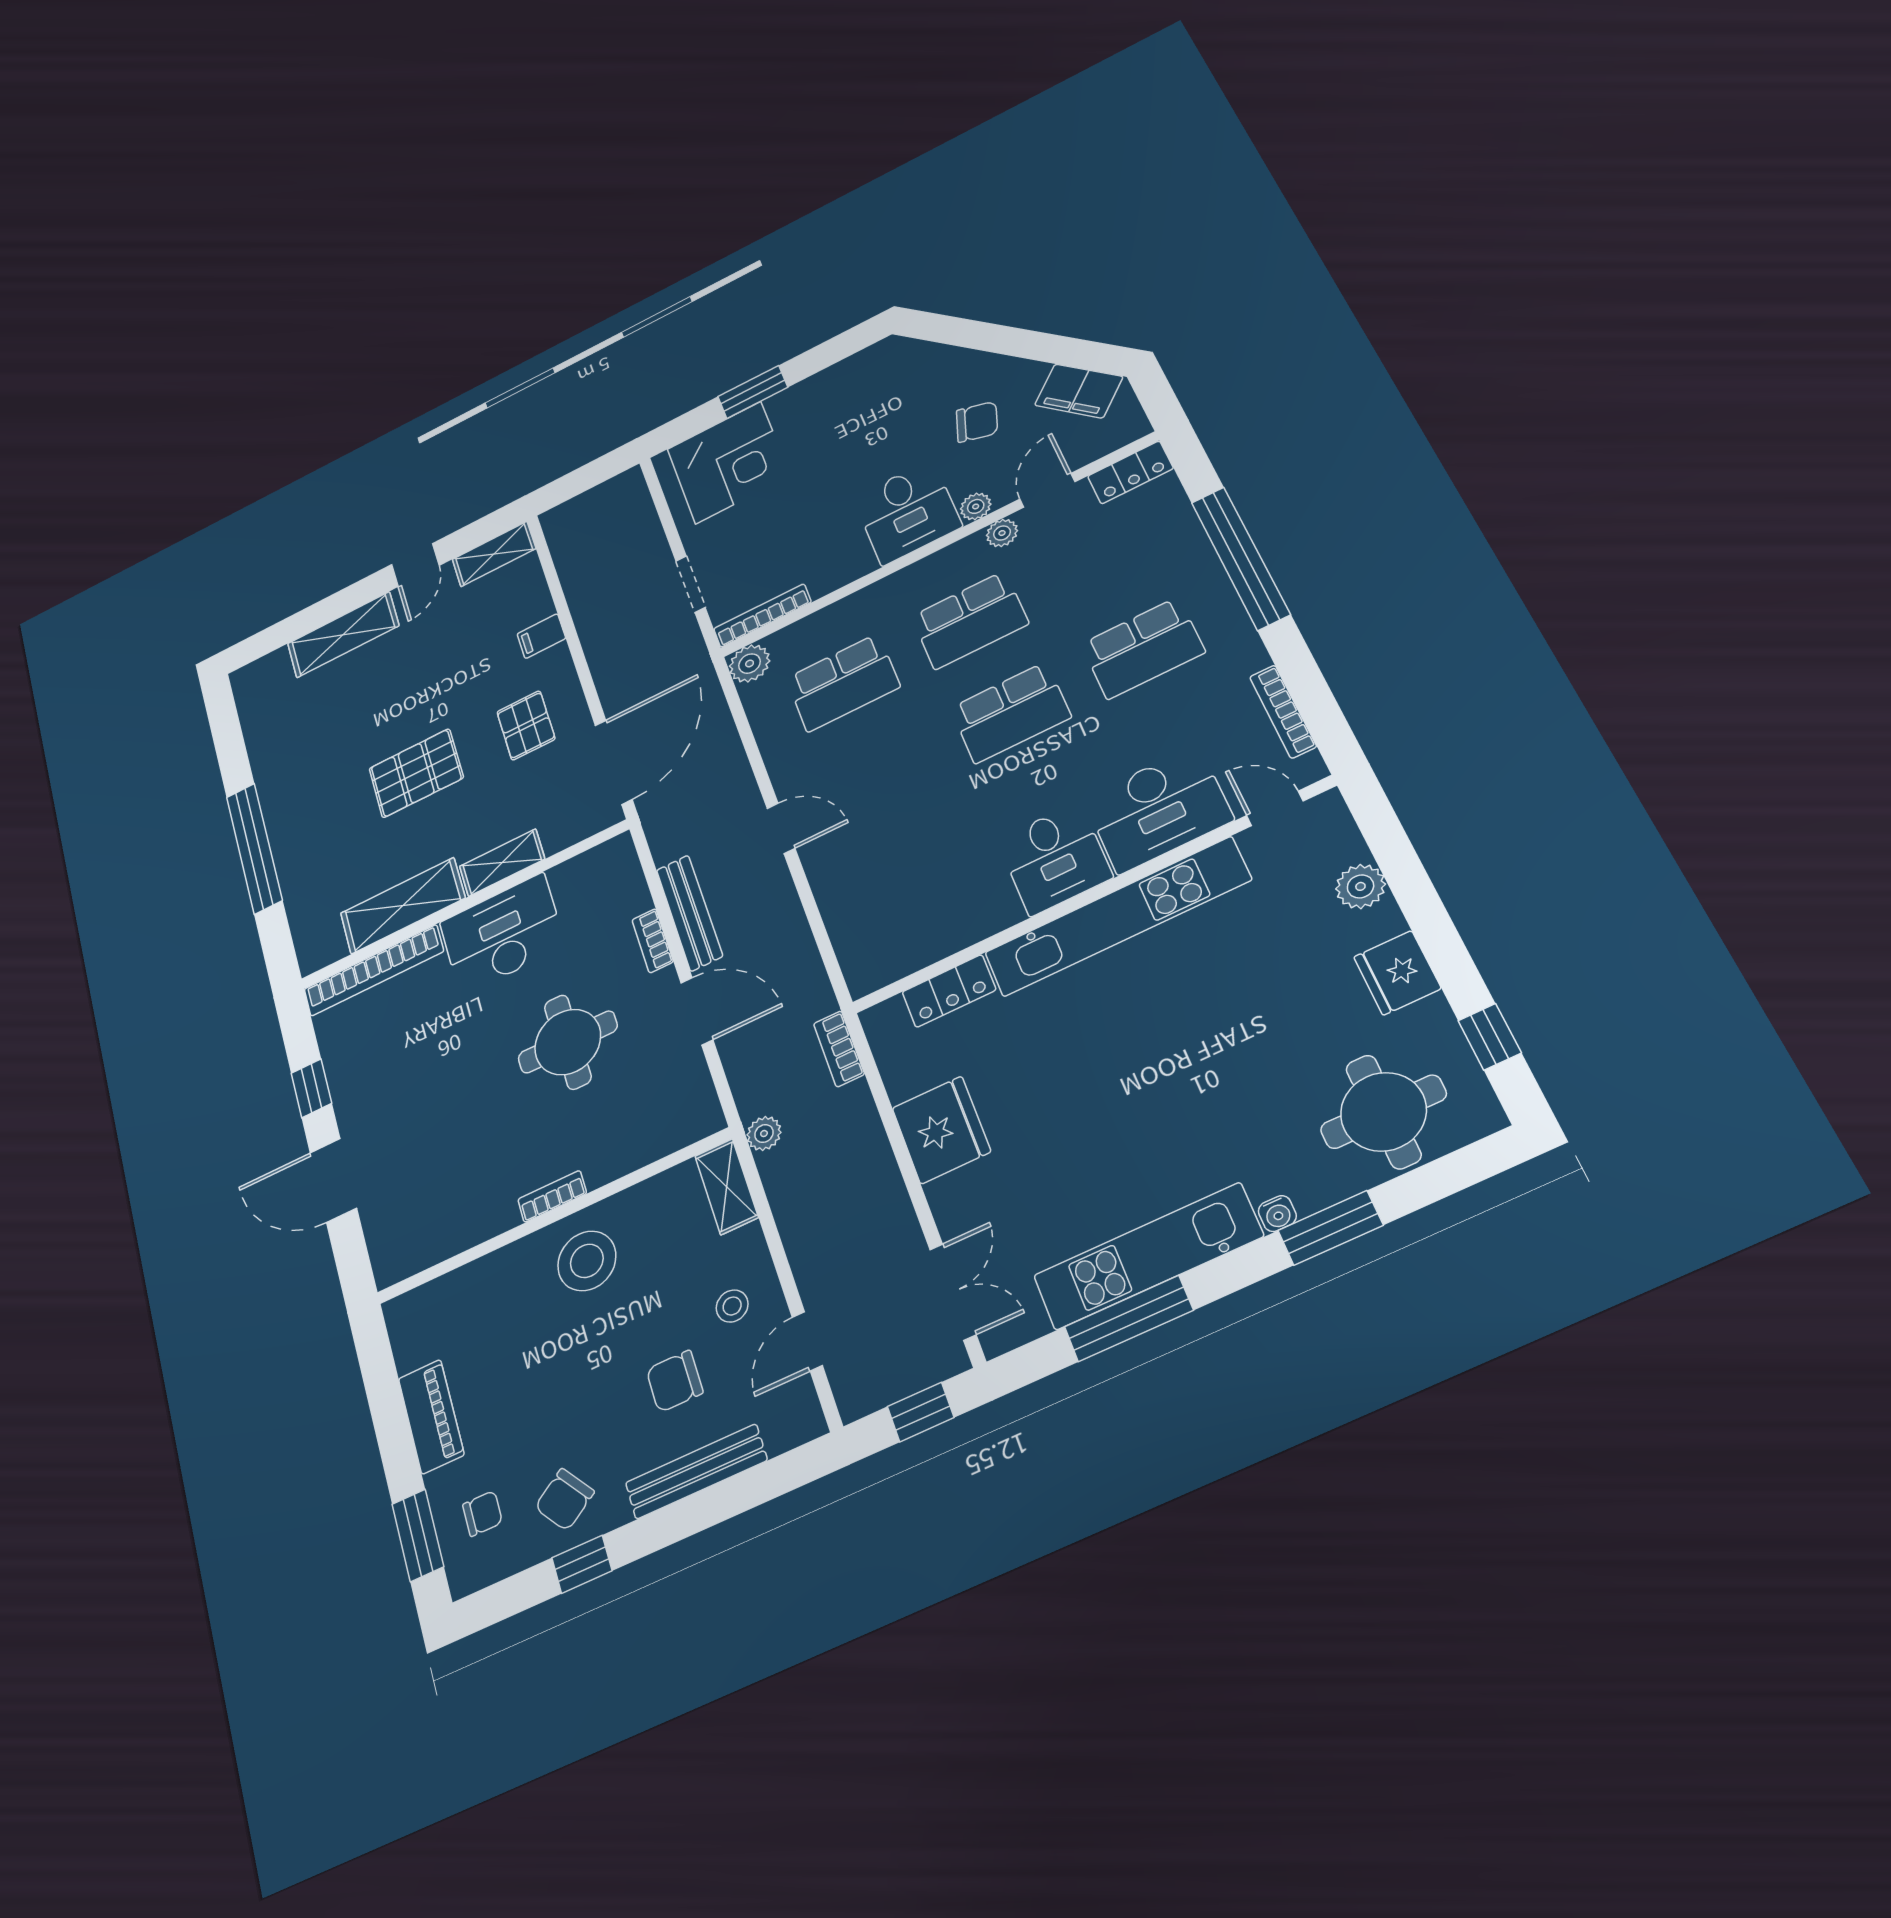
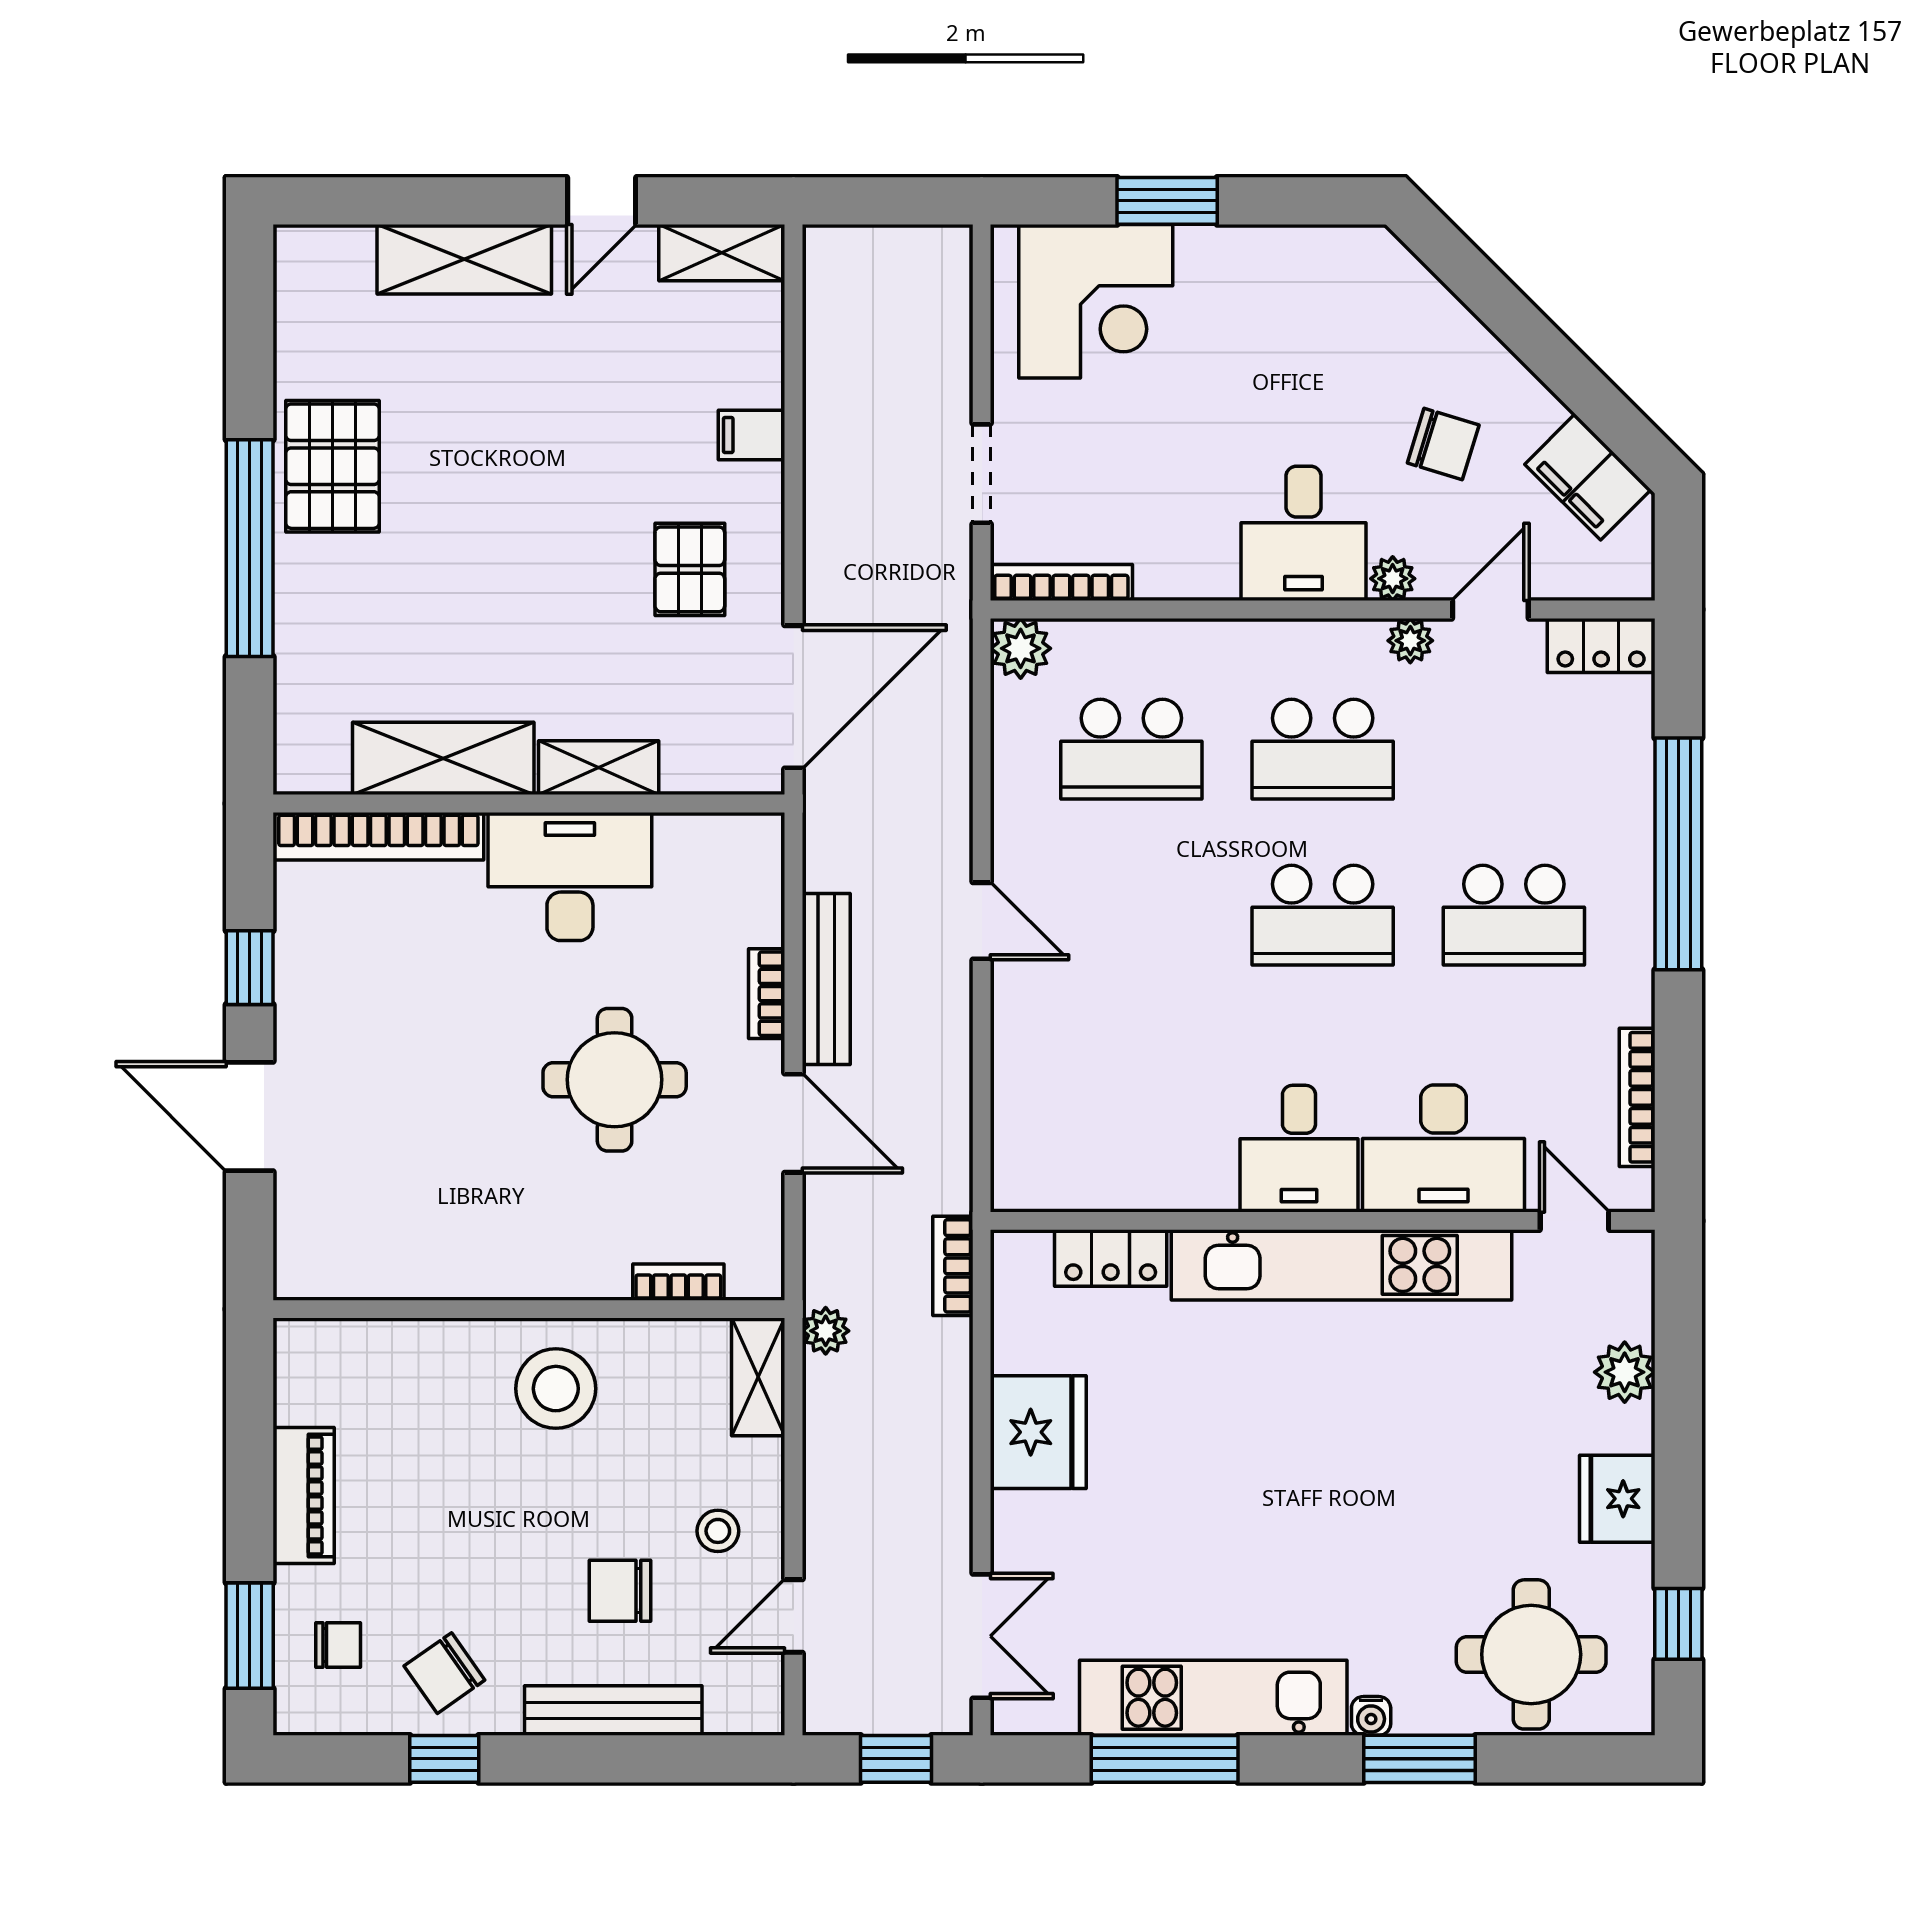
pallet: (416, 773) -> (333, 466), moved, turned 90
bookcase: (552, 1196) -> (678, 1282), moved

